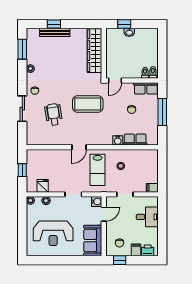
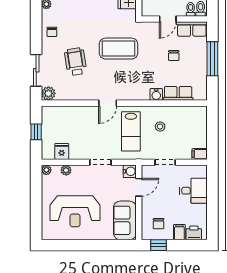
door: (115, 80) -> (168, 19), moved
sliding door: (22, 109) -> (36, 70), moved
plant: (32, 140) -> (48, 93), added

